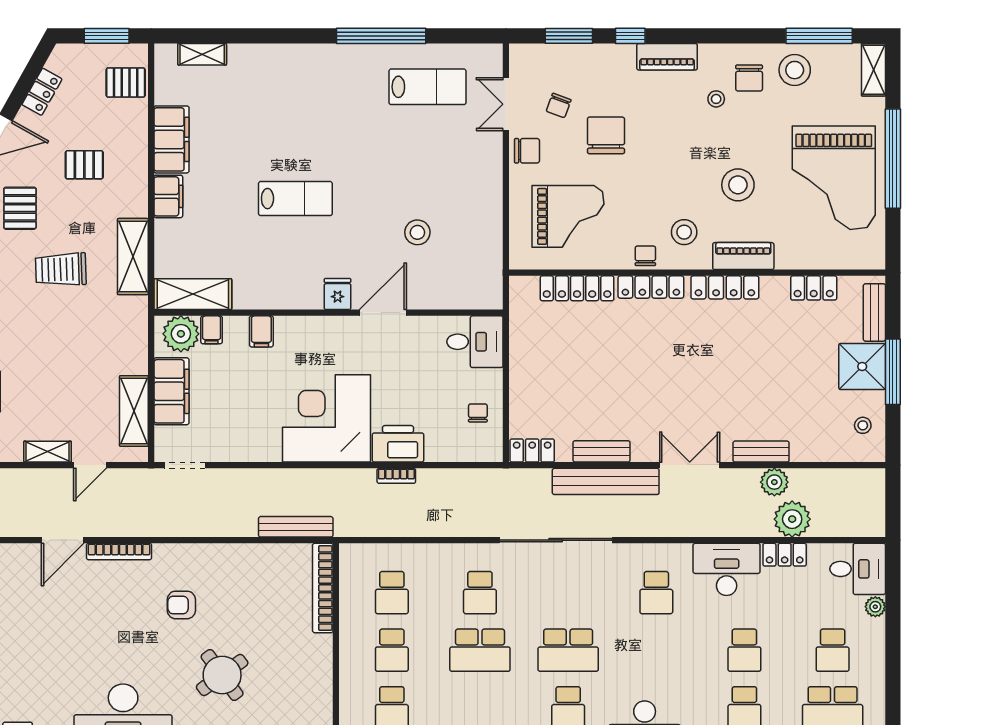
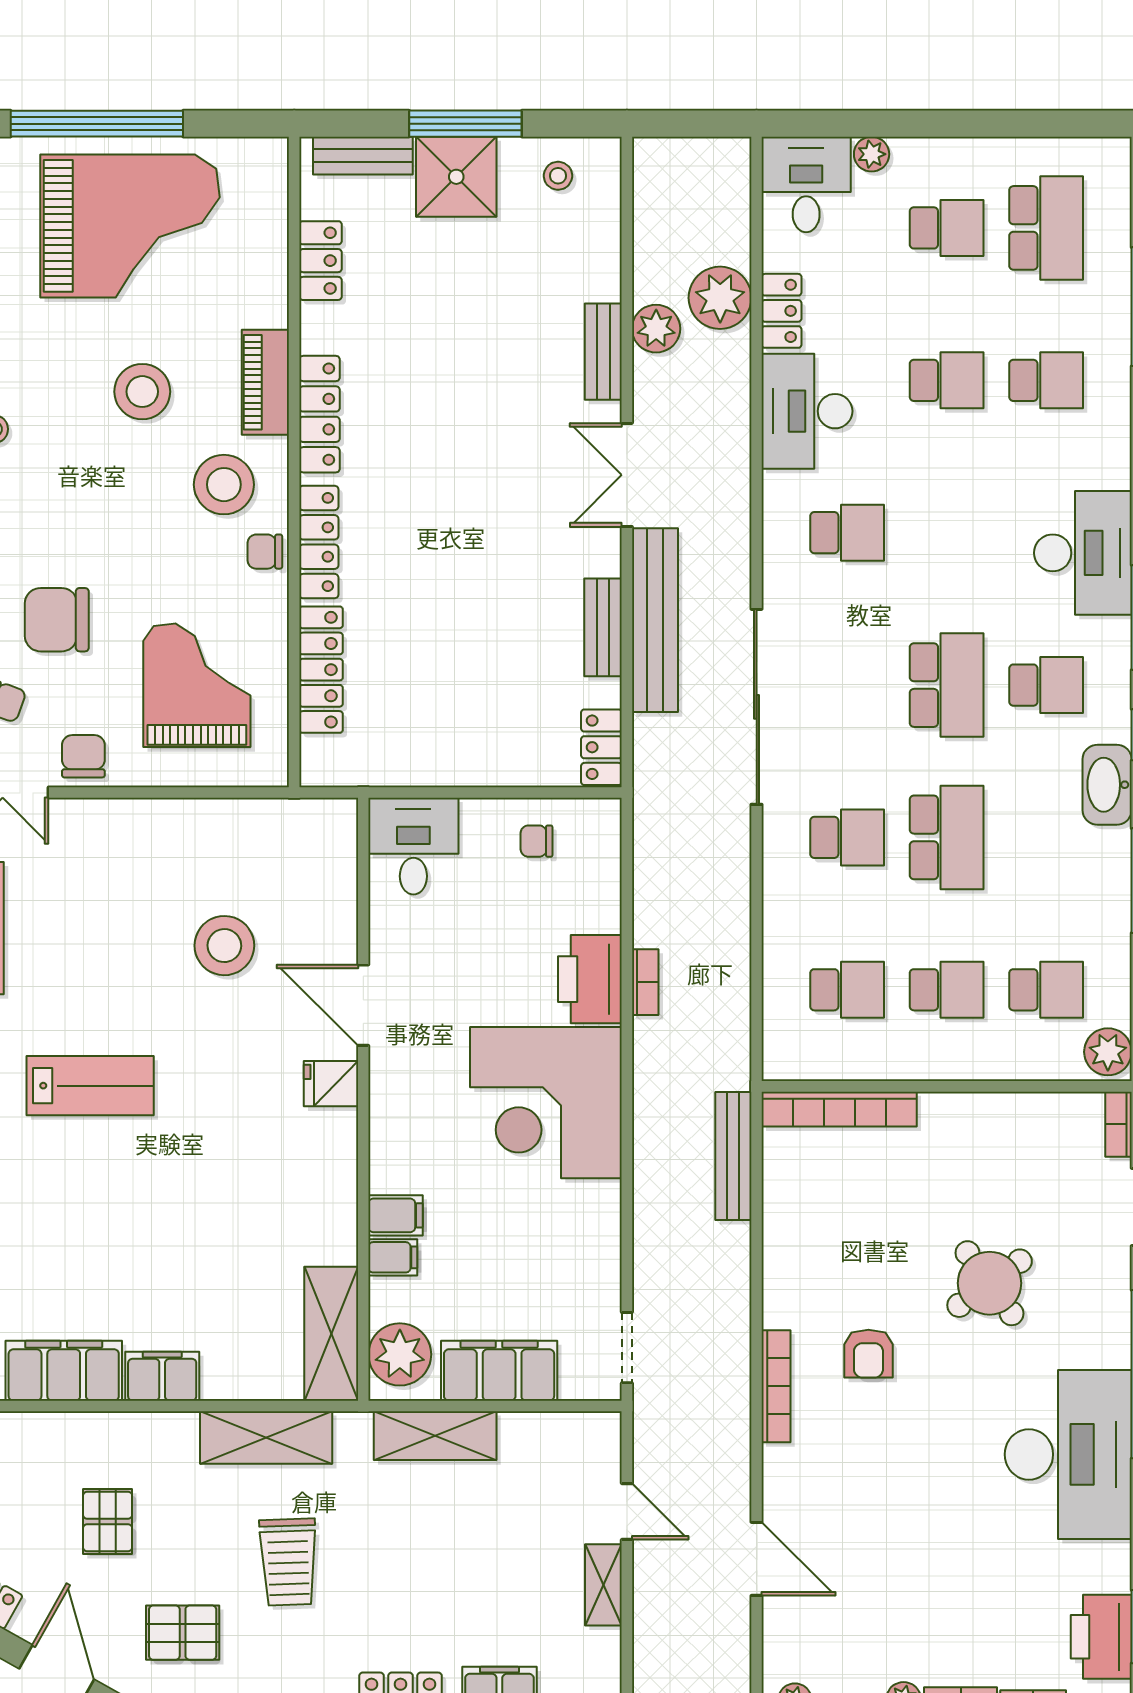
lab bench: (295, 199) -> (90, 1086), moved, turned 90
stool: (417, 232) -> (224, 946), width x1.38, depth x1.38
stool: (684, 232) -> (224, 485), width x1.38, depth x1.38
filing cabinet: (212, 330) -> (393, 1257), moved
shelving: (134, 411) -> (435, 1436), moved
bookcase: (119, 552) -> (776, 1386), moved

